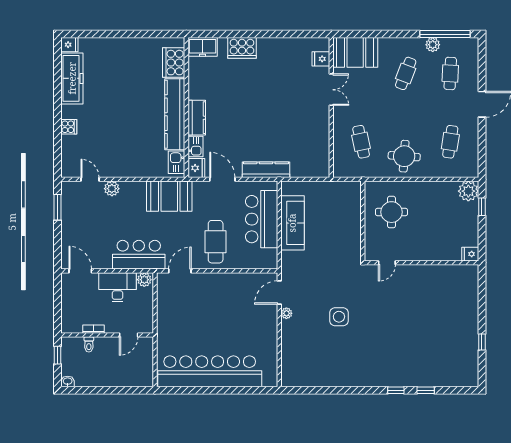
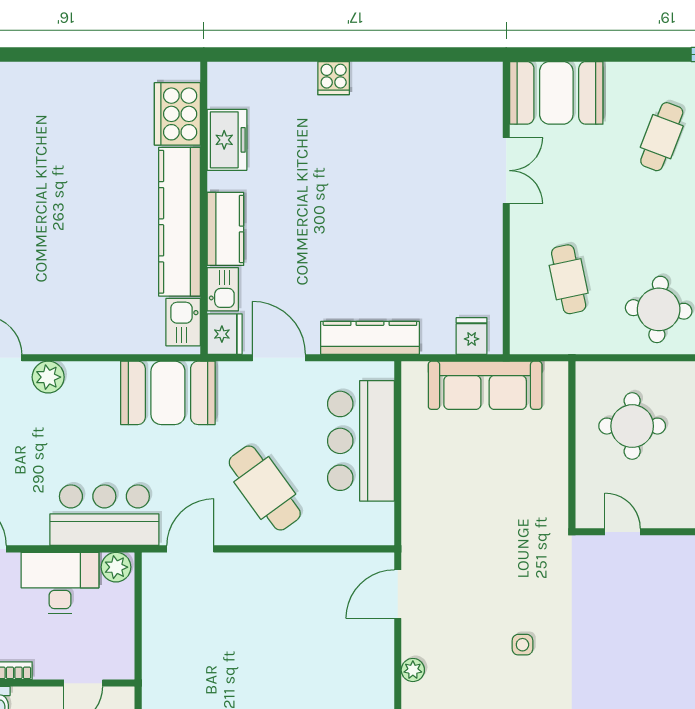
freezer: (203, 47) -> (227, 140), moved, turned -90
cooker: (242, 48) -> (334, 78), width x0.53, depth x0.76
fridge: (321, 59) -> (472, 336), moved, turned 90
sofa: (292, 223) -> (485, 385), moved, turned 90
cafe table: (216, 242) -> (265, 488), turned -36
door: (387, 263) -> (623, 532), swing flipped
plant: (286, 313) -> (413, 670), moved
side table: (339, 317) -> (522, 645), width x0.54, depth x0.54

